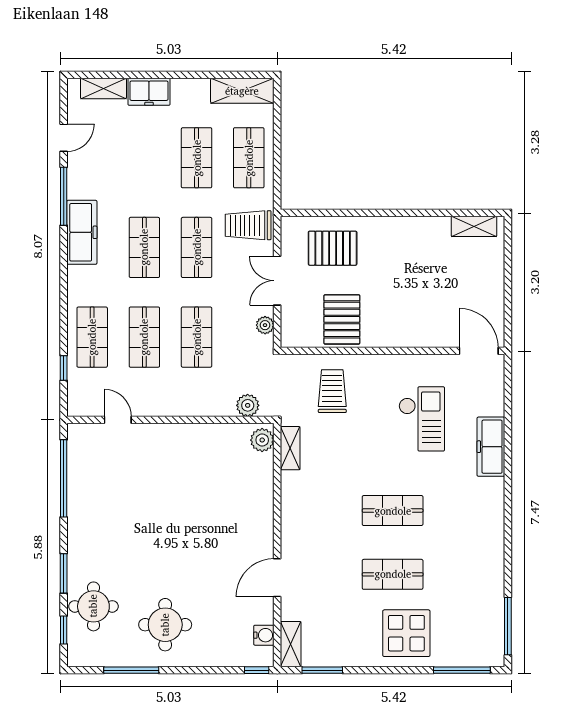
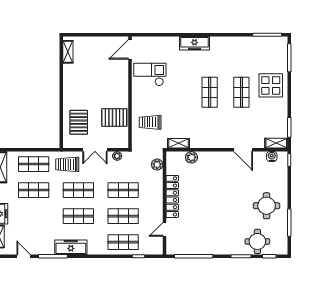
trolley: (248, 225) -> (67, 164), turned 90
checkout: (422, 419) -> (150, 75), moved
locker: (184, 436) -> (172, 196), added
plant: (262, 440) -> (191, 157), moved
freezer: (491, 447) -> (195, 43), moved

